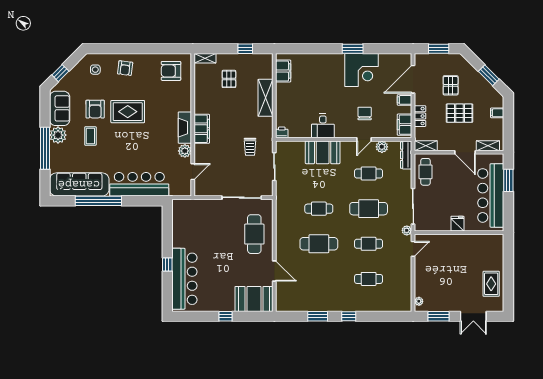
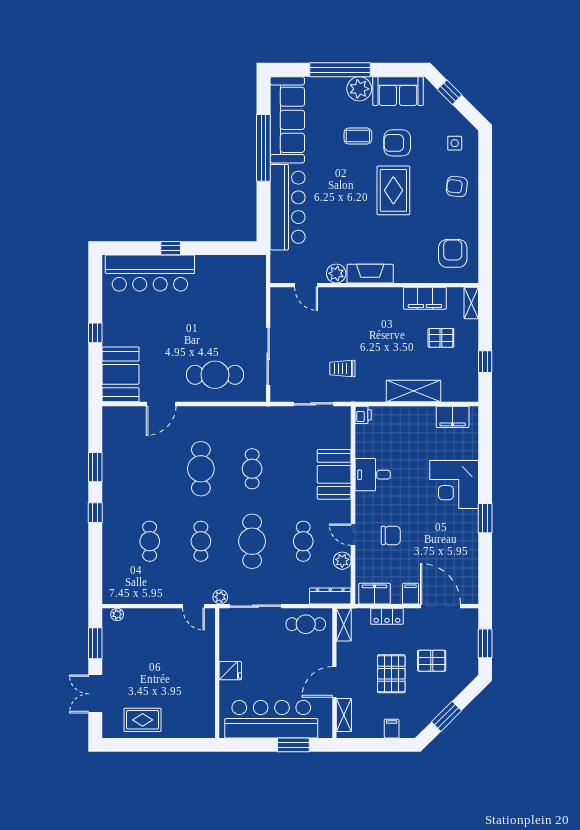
corner desk: (362, 70) -> (454, 484), moved
filing cabinet: (202, 129) -> (425, 298), moved

